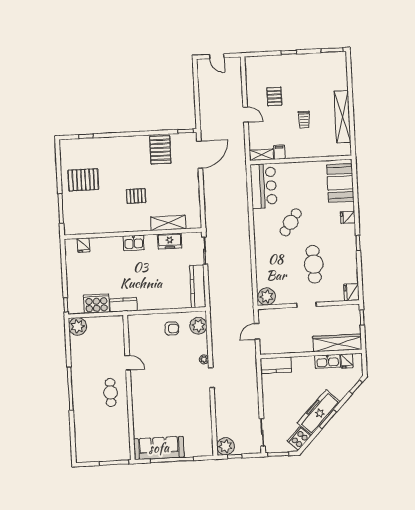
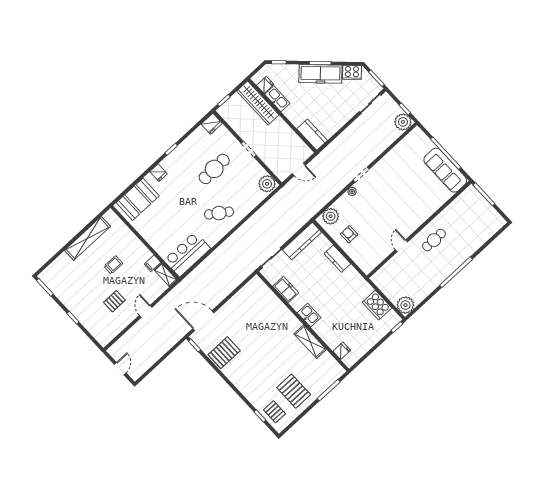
pallet: (136, 196) -> (274, 412), moved
cafe table: (291, 222) -> (219, 213), moved
shelving: (168, 223) -> (310, 342), moved
kitchen counter: (123, 305) -> (337, 259), moved

